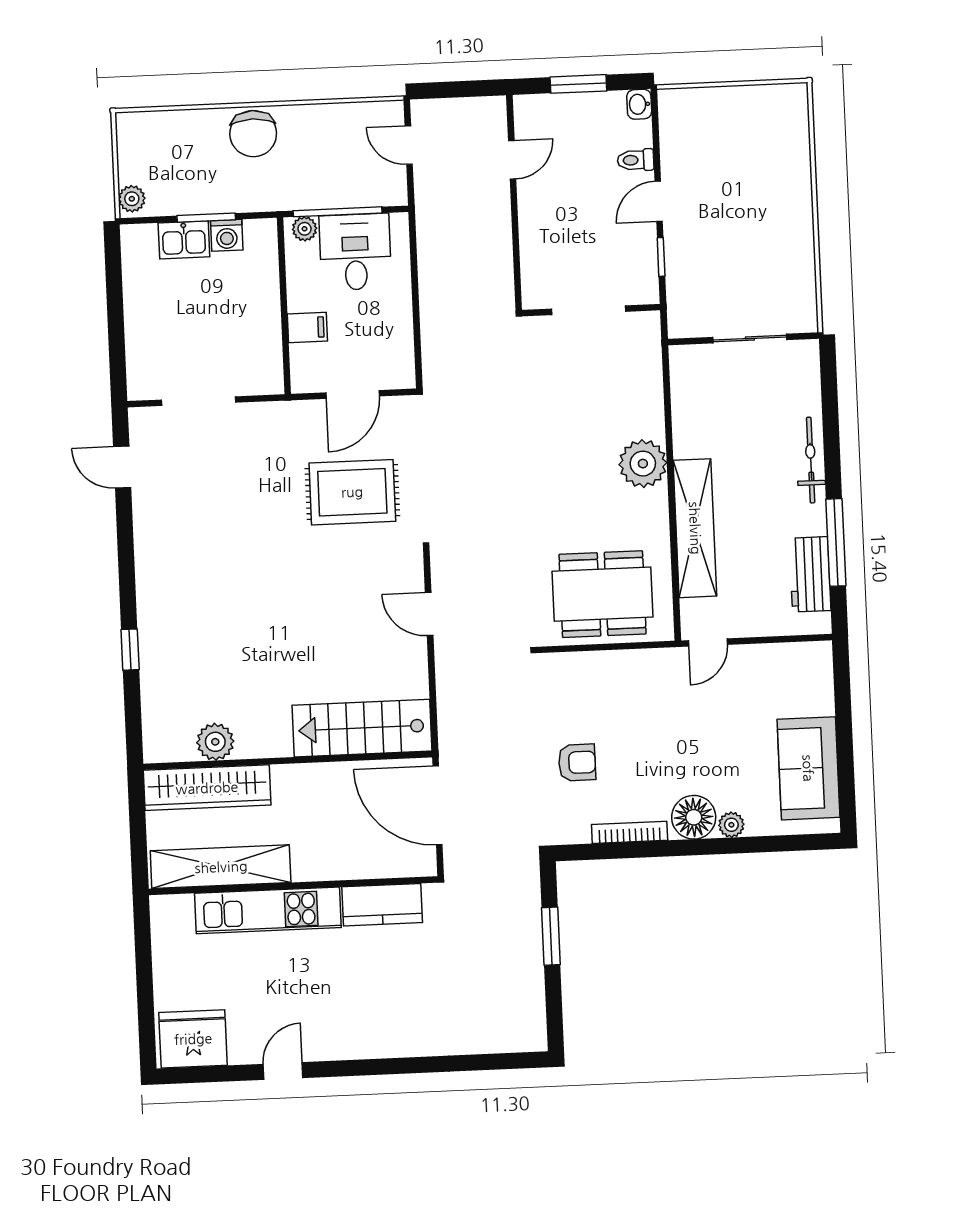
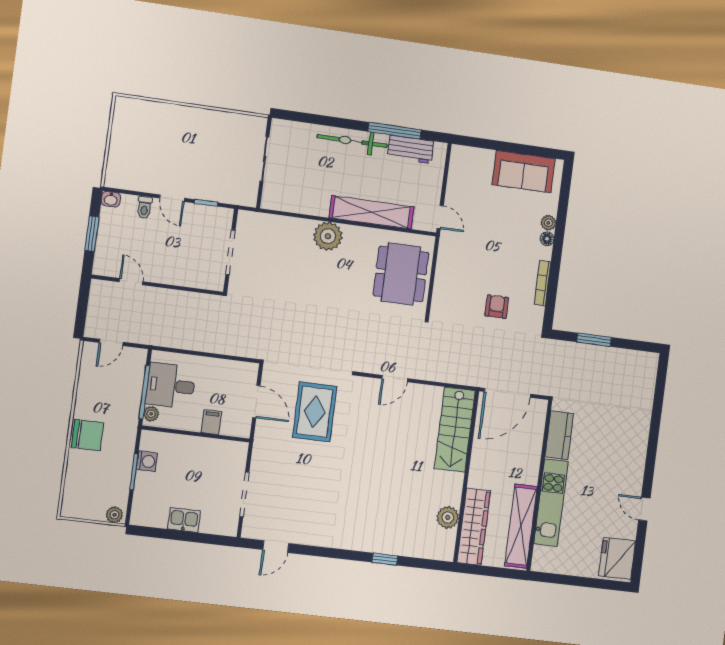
kitchen sink: (184, 240) -> (184, 520), moved, turned -90
bicycle: (811, 460) -> (352, 141), width x1.37, depth x1.40
floor lamp: (694, 817) -> (547, 239), width x0.53, depth x0.53

